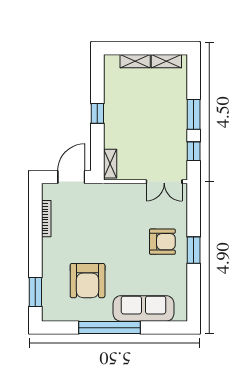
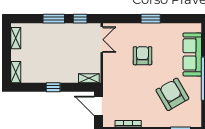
shelving: (135, 61) -> (16, 72), moved
armchair: (162, 242) -> (142, 56), moved
armchair: (88, 281) -> (172, 94), turned -120

